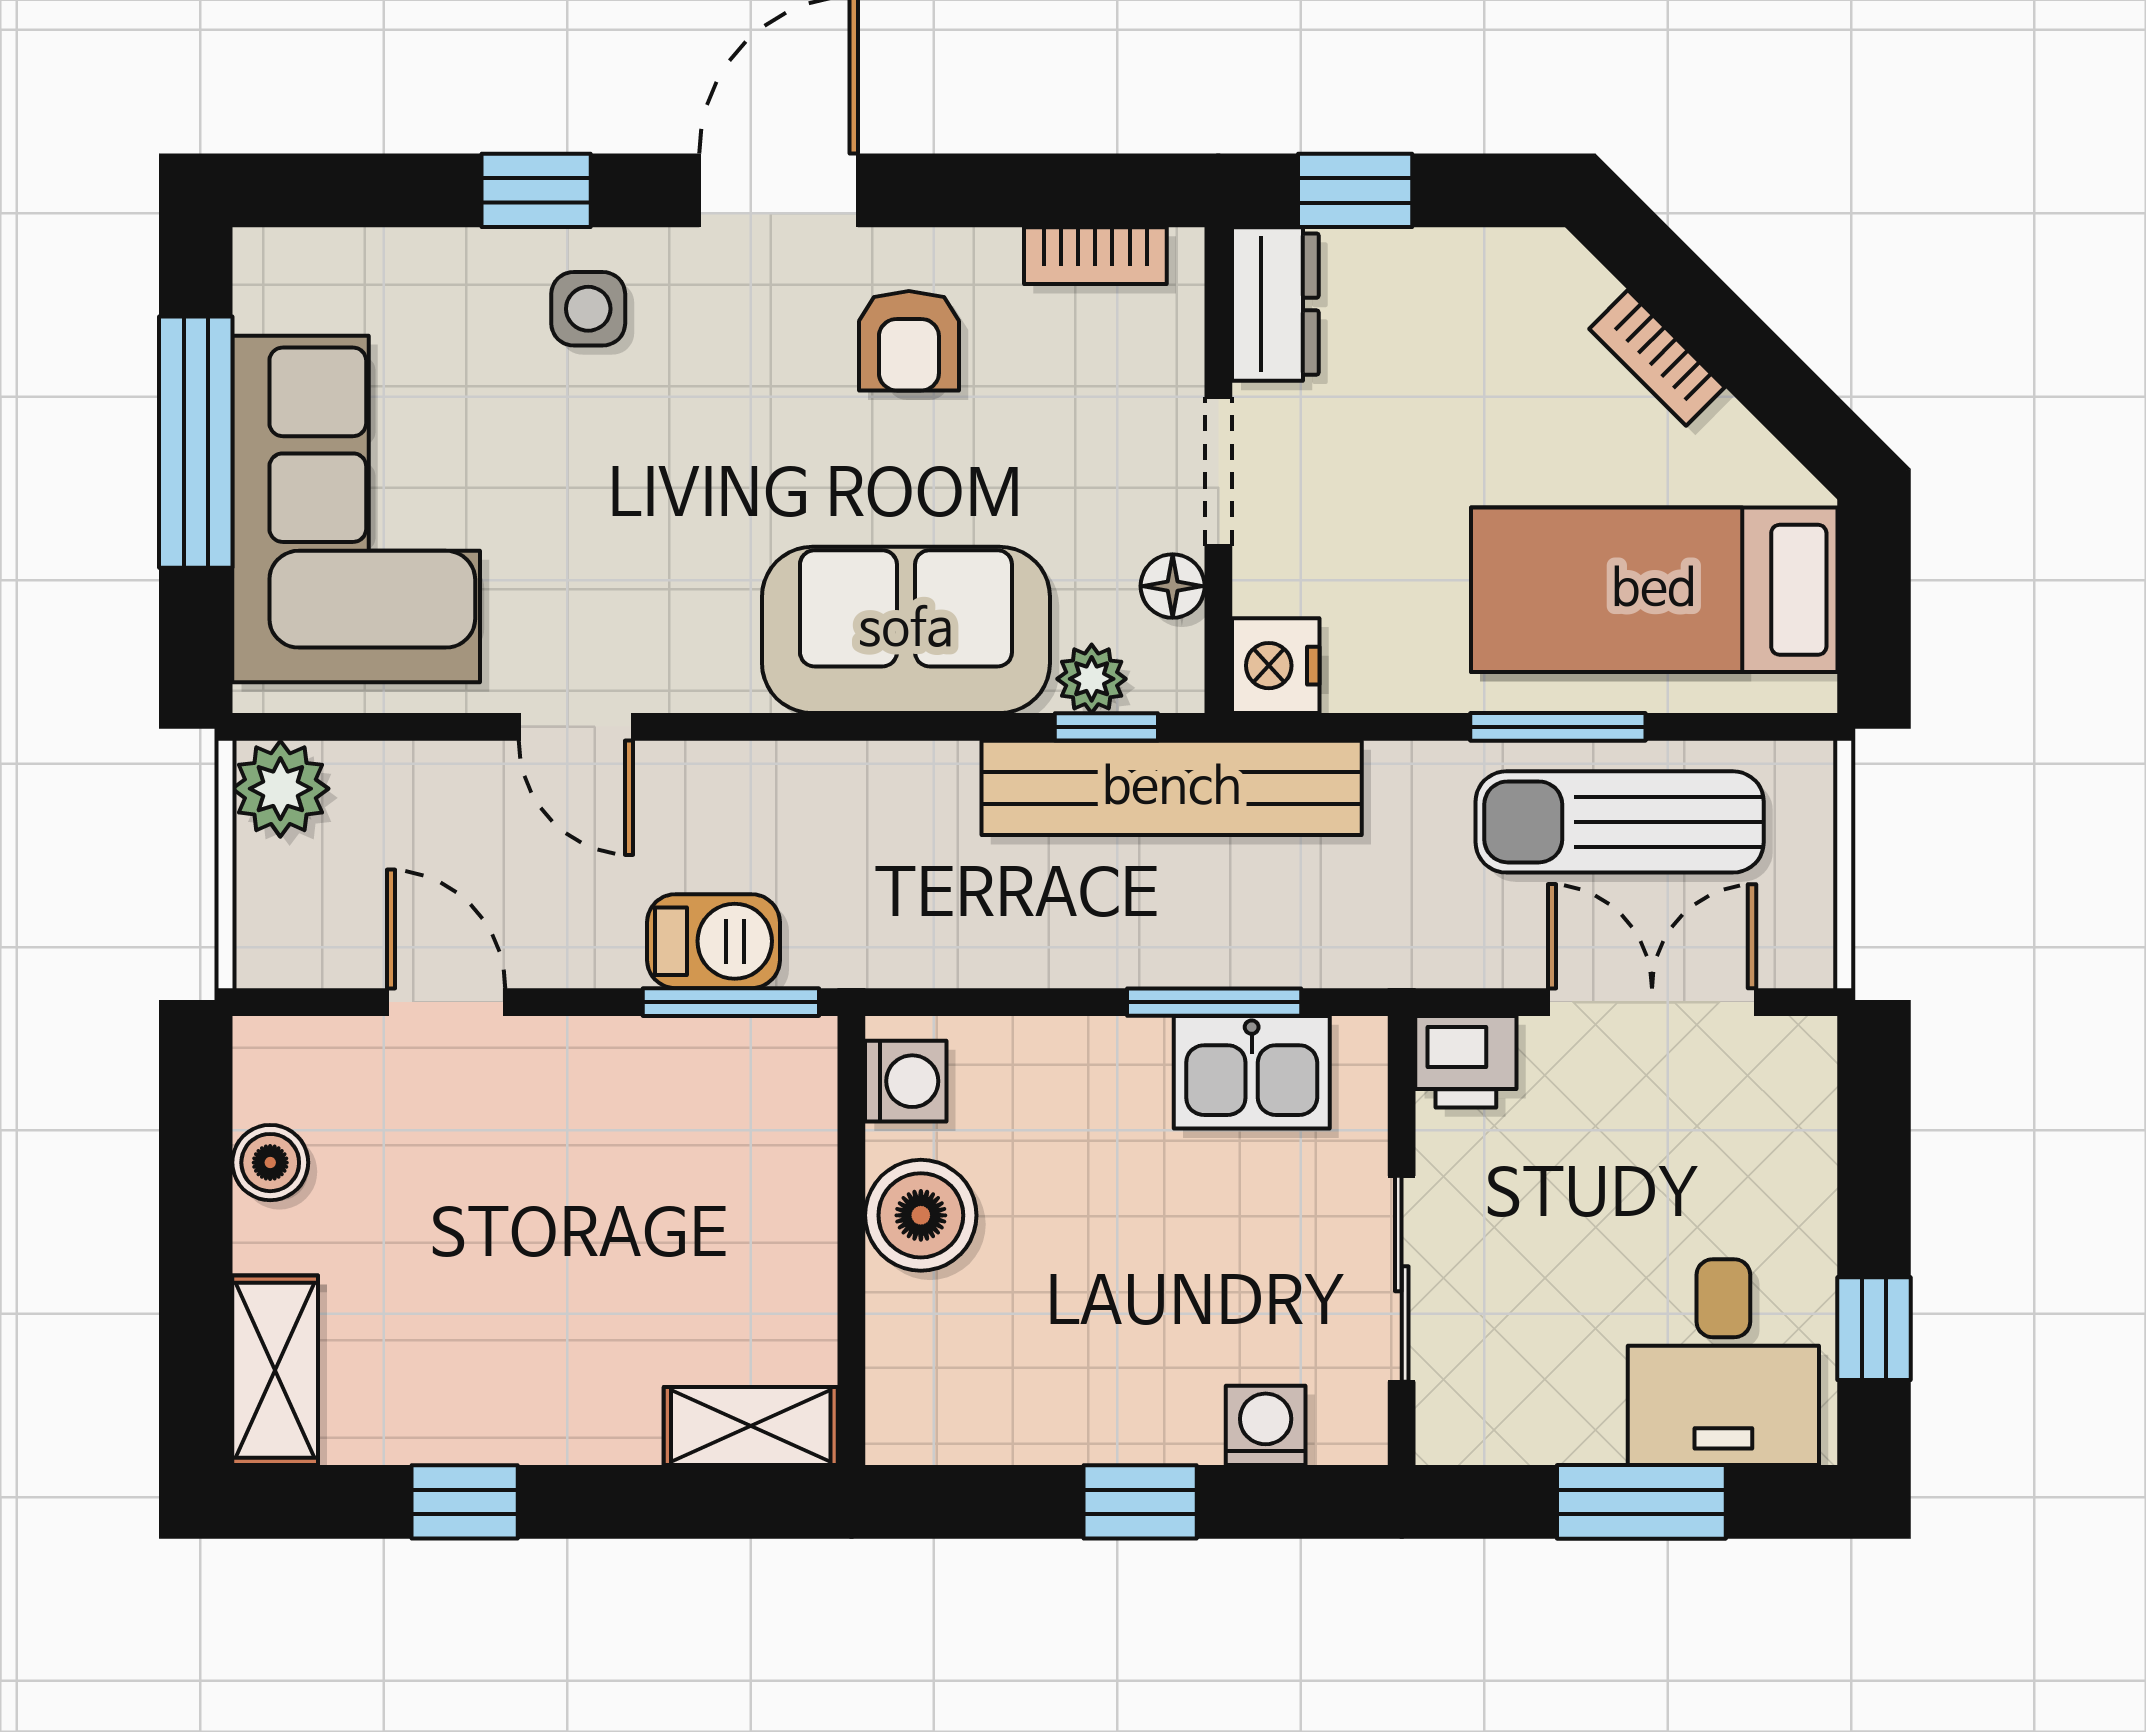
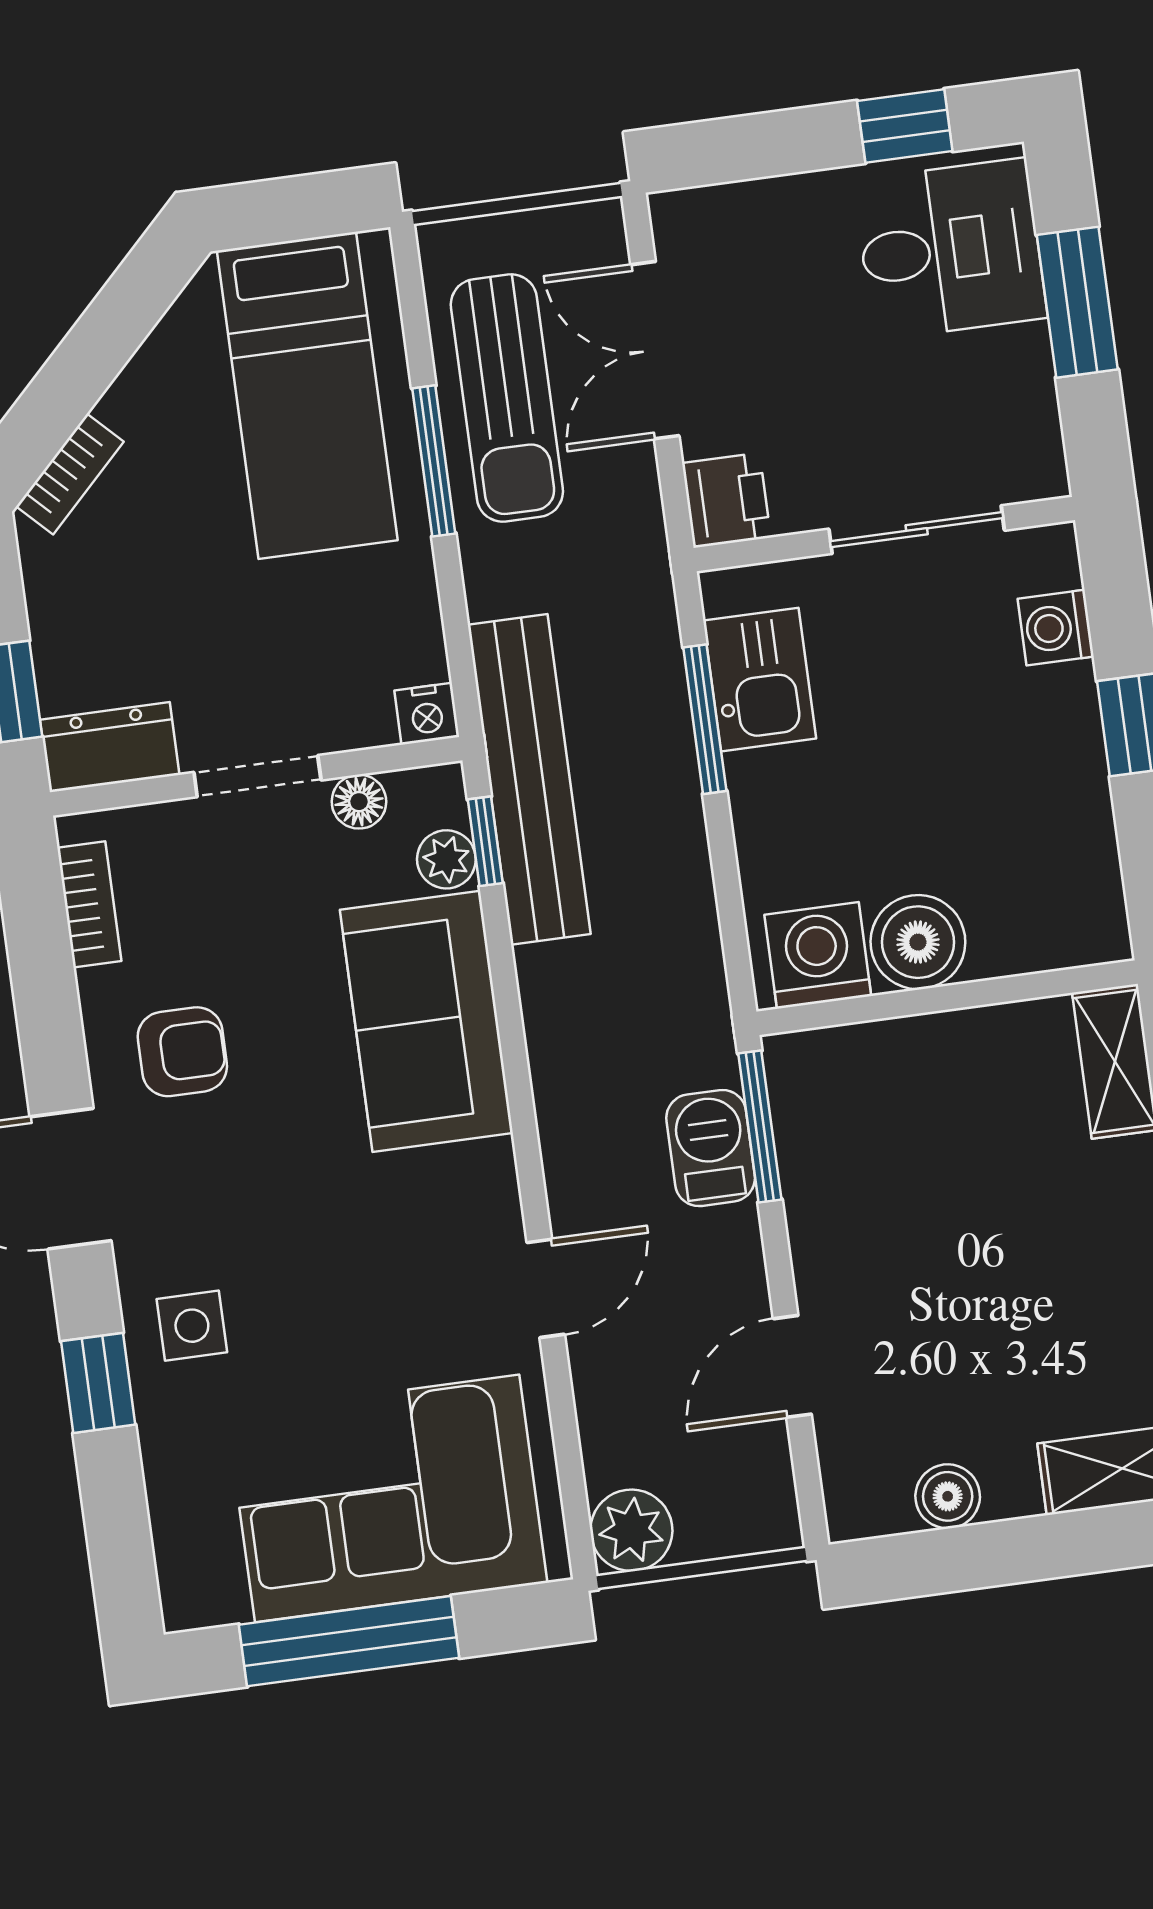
bookcase: (1657, 358) -> (70, 474), moved
nightstand: (1276, 666) -> (427, 714), width x0.72, depth x0.74
washing machine: (906, 1081) -> (818, 955), width x1.38, depth x1.38

